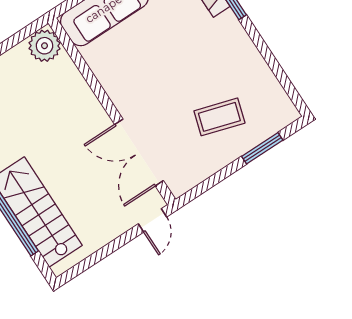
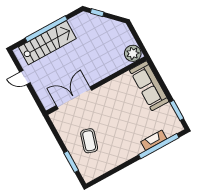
door: (152, 220) -> (25, 78), moved

